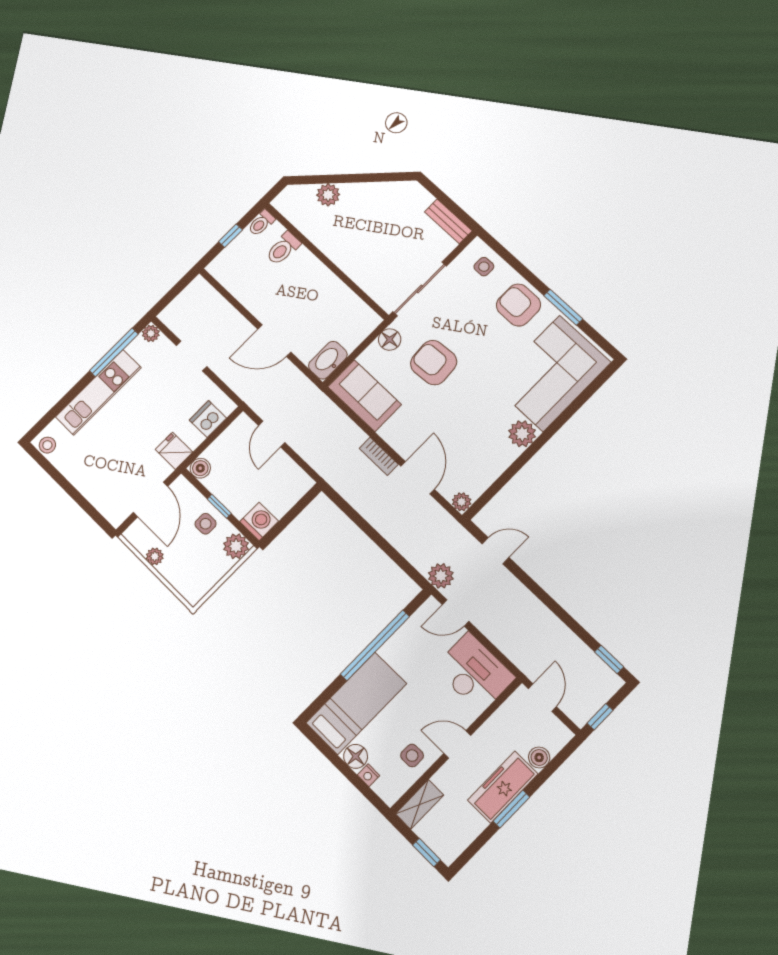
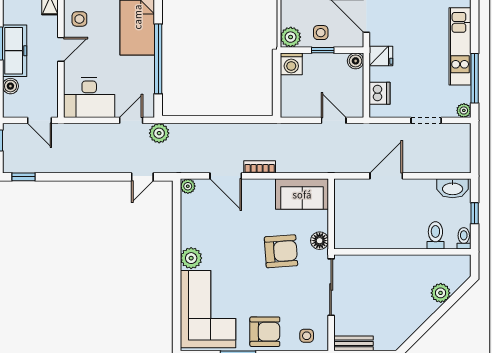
washbasin: (328, 360) -> (453, 188), moved, turned 90

